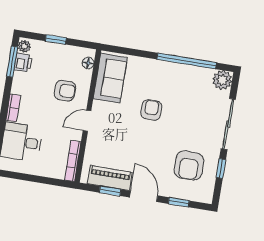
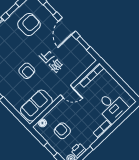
armchair: (65, 91) -> (62, 131), moved
armchair: (151, 110) -> (27, 71), turned -91
piano: (110, 178) -> (78, 50), removed

